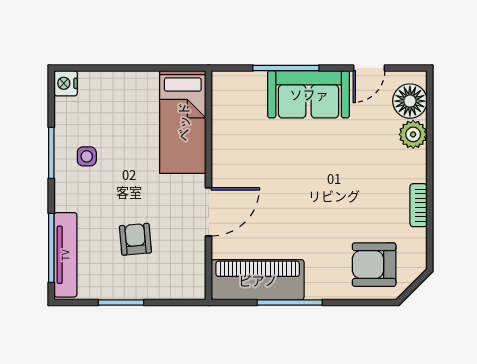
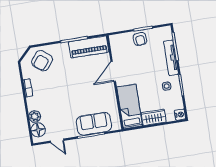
door: (369, 68) -> (57, 141), swing flipped
wardrobe: (129, 87) -> (154, 117), added
sofa: (309, 94) -> (94, 124), moved
armchair: (135, 239) -> (140, 39), moved
tv unit: (65, 255) -> (171, 58), moved
armchair: (374, 265) -> (42, 61), turned 128

